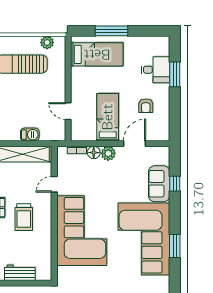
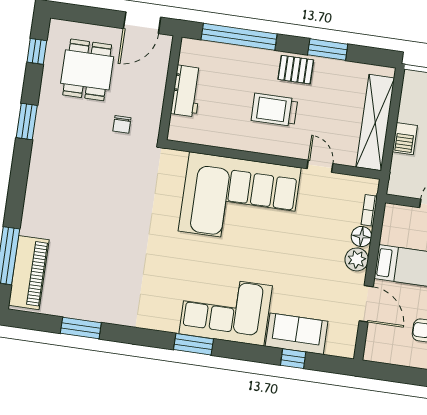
corner sofa: (144, 239) -> (226, 310), width x0.73, depth x0.74

